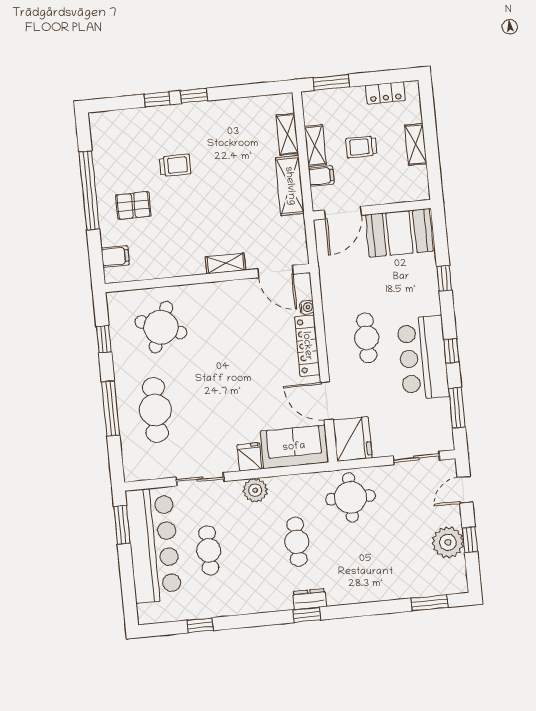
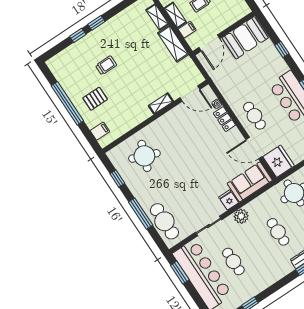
cafe table: (367, 338) -> (254, 116), moved
locker: (307, 346) -> (224, 119), width x0.66
cafe table: (155, 410) -> (164, 221), moved

